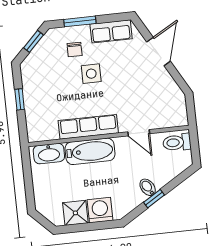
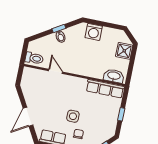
row of seats: (88, 127) -> (105, 89), moved
bathtub: (90, 151) -> (88, 69), removed
shower: (75, 213) -> (124, 51), moved

